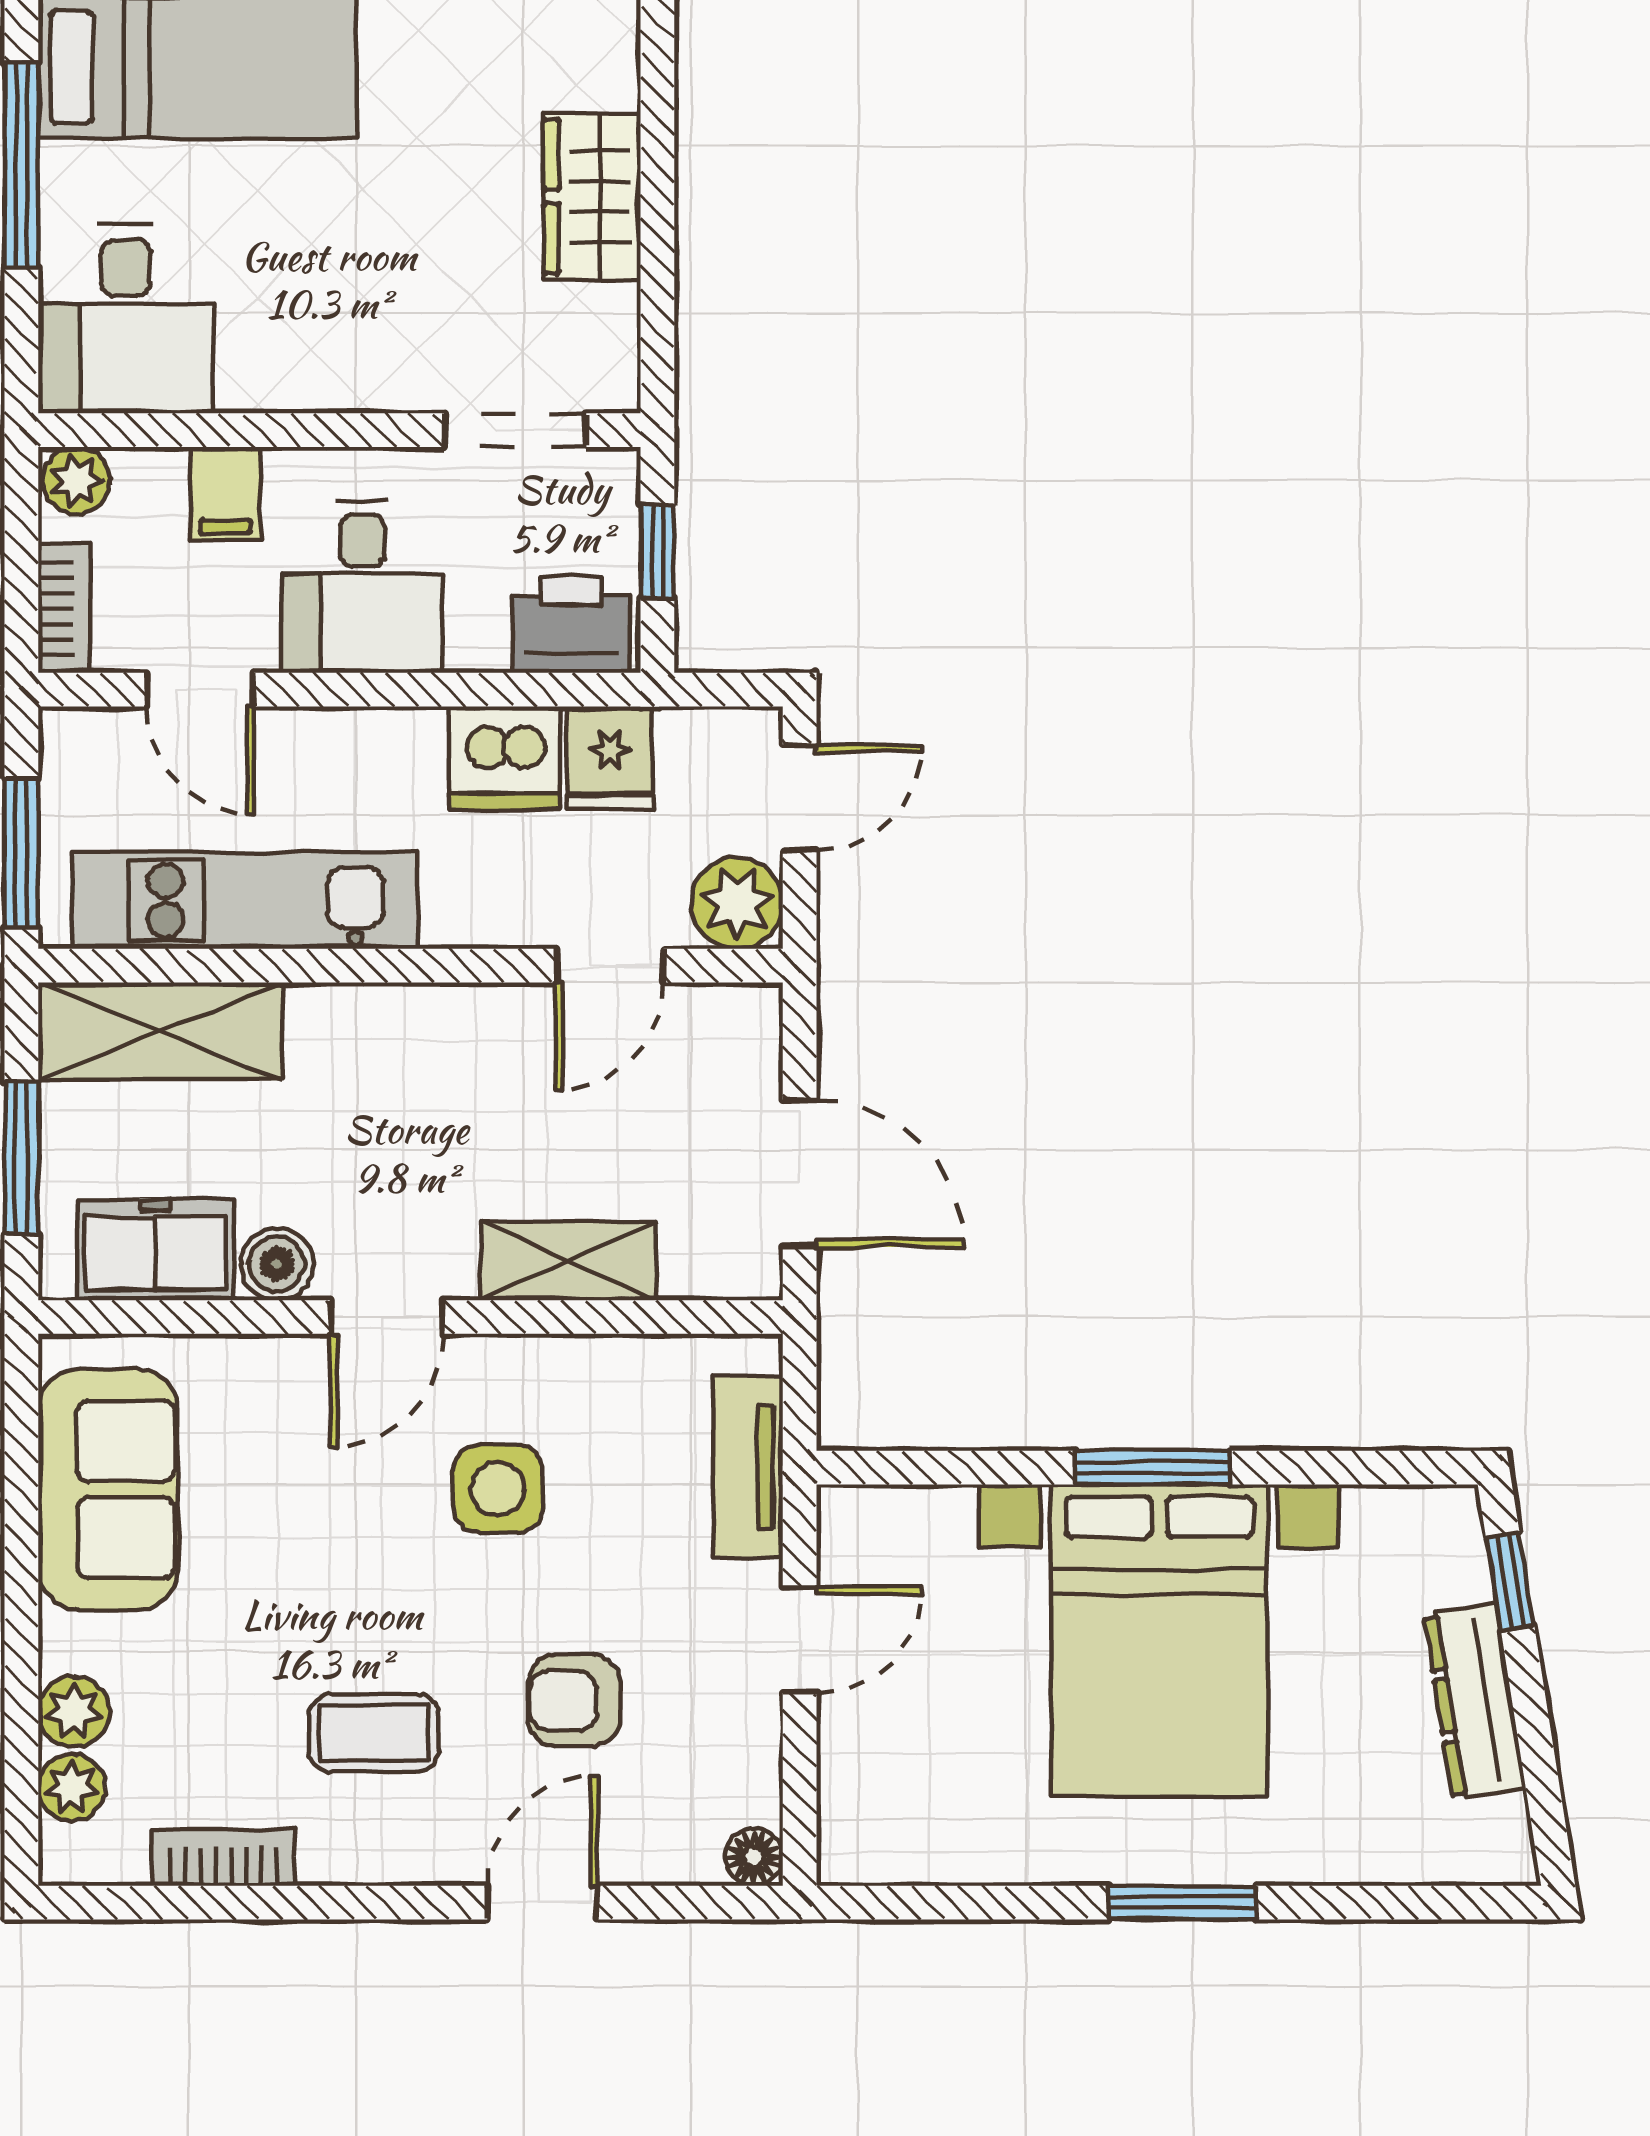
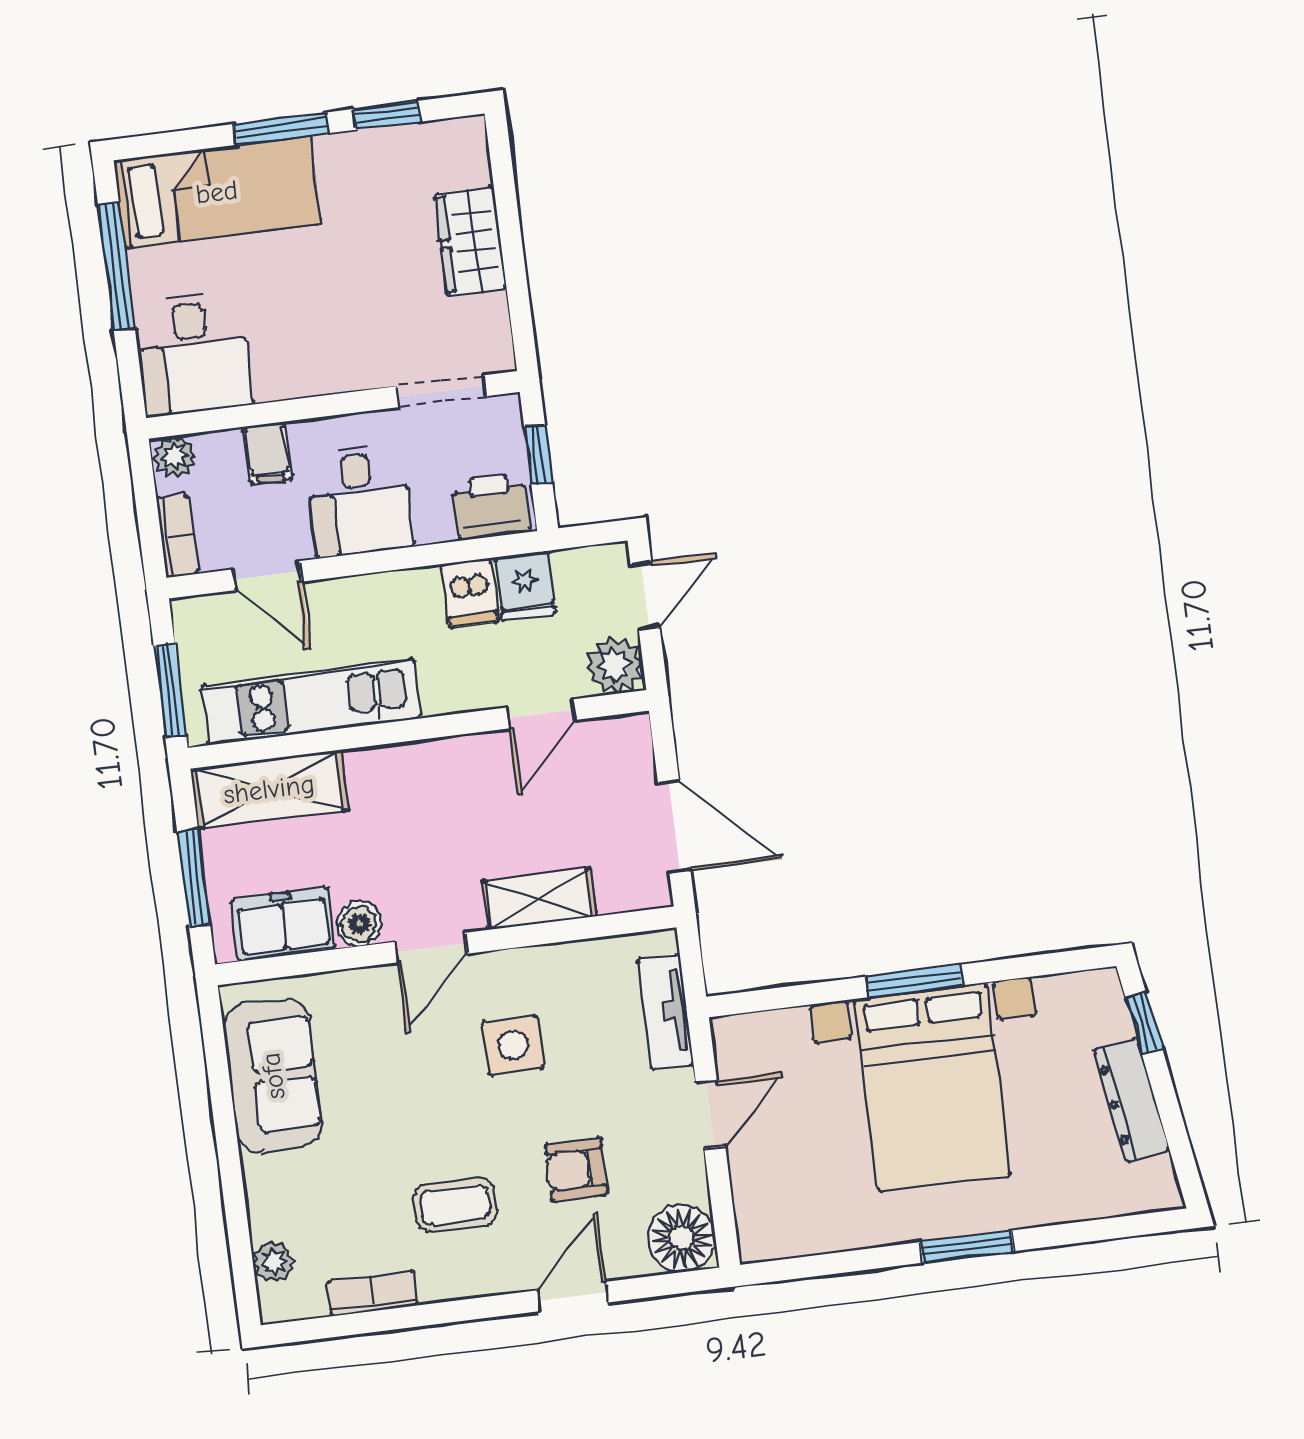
dishwasher: (505, 758) -> (470, 593), width x0.73
plant: (74, 1712) -> (269, 1215), removed
floor lamp: (754, 1857) -> (681, 1238), width x1.89, depth x1.89

